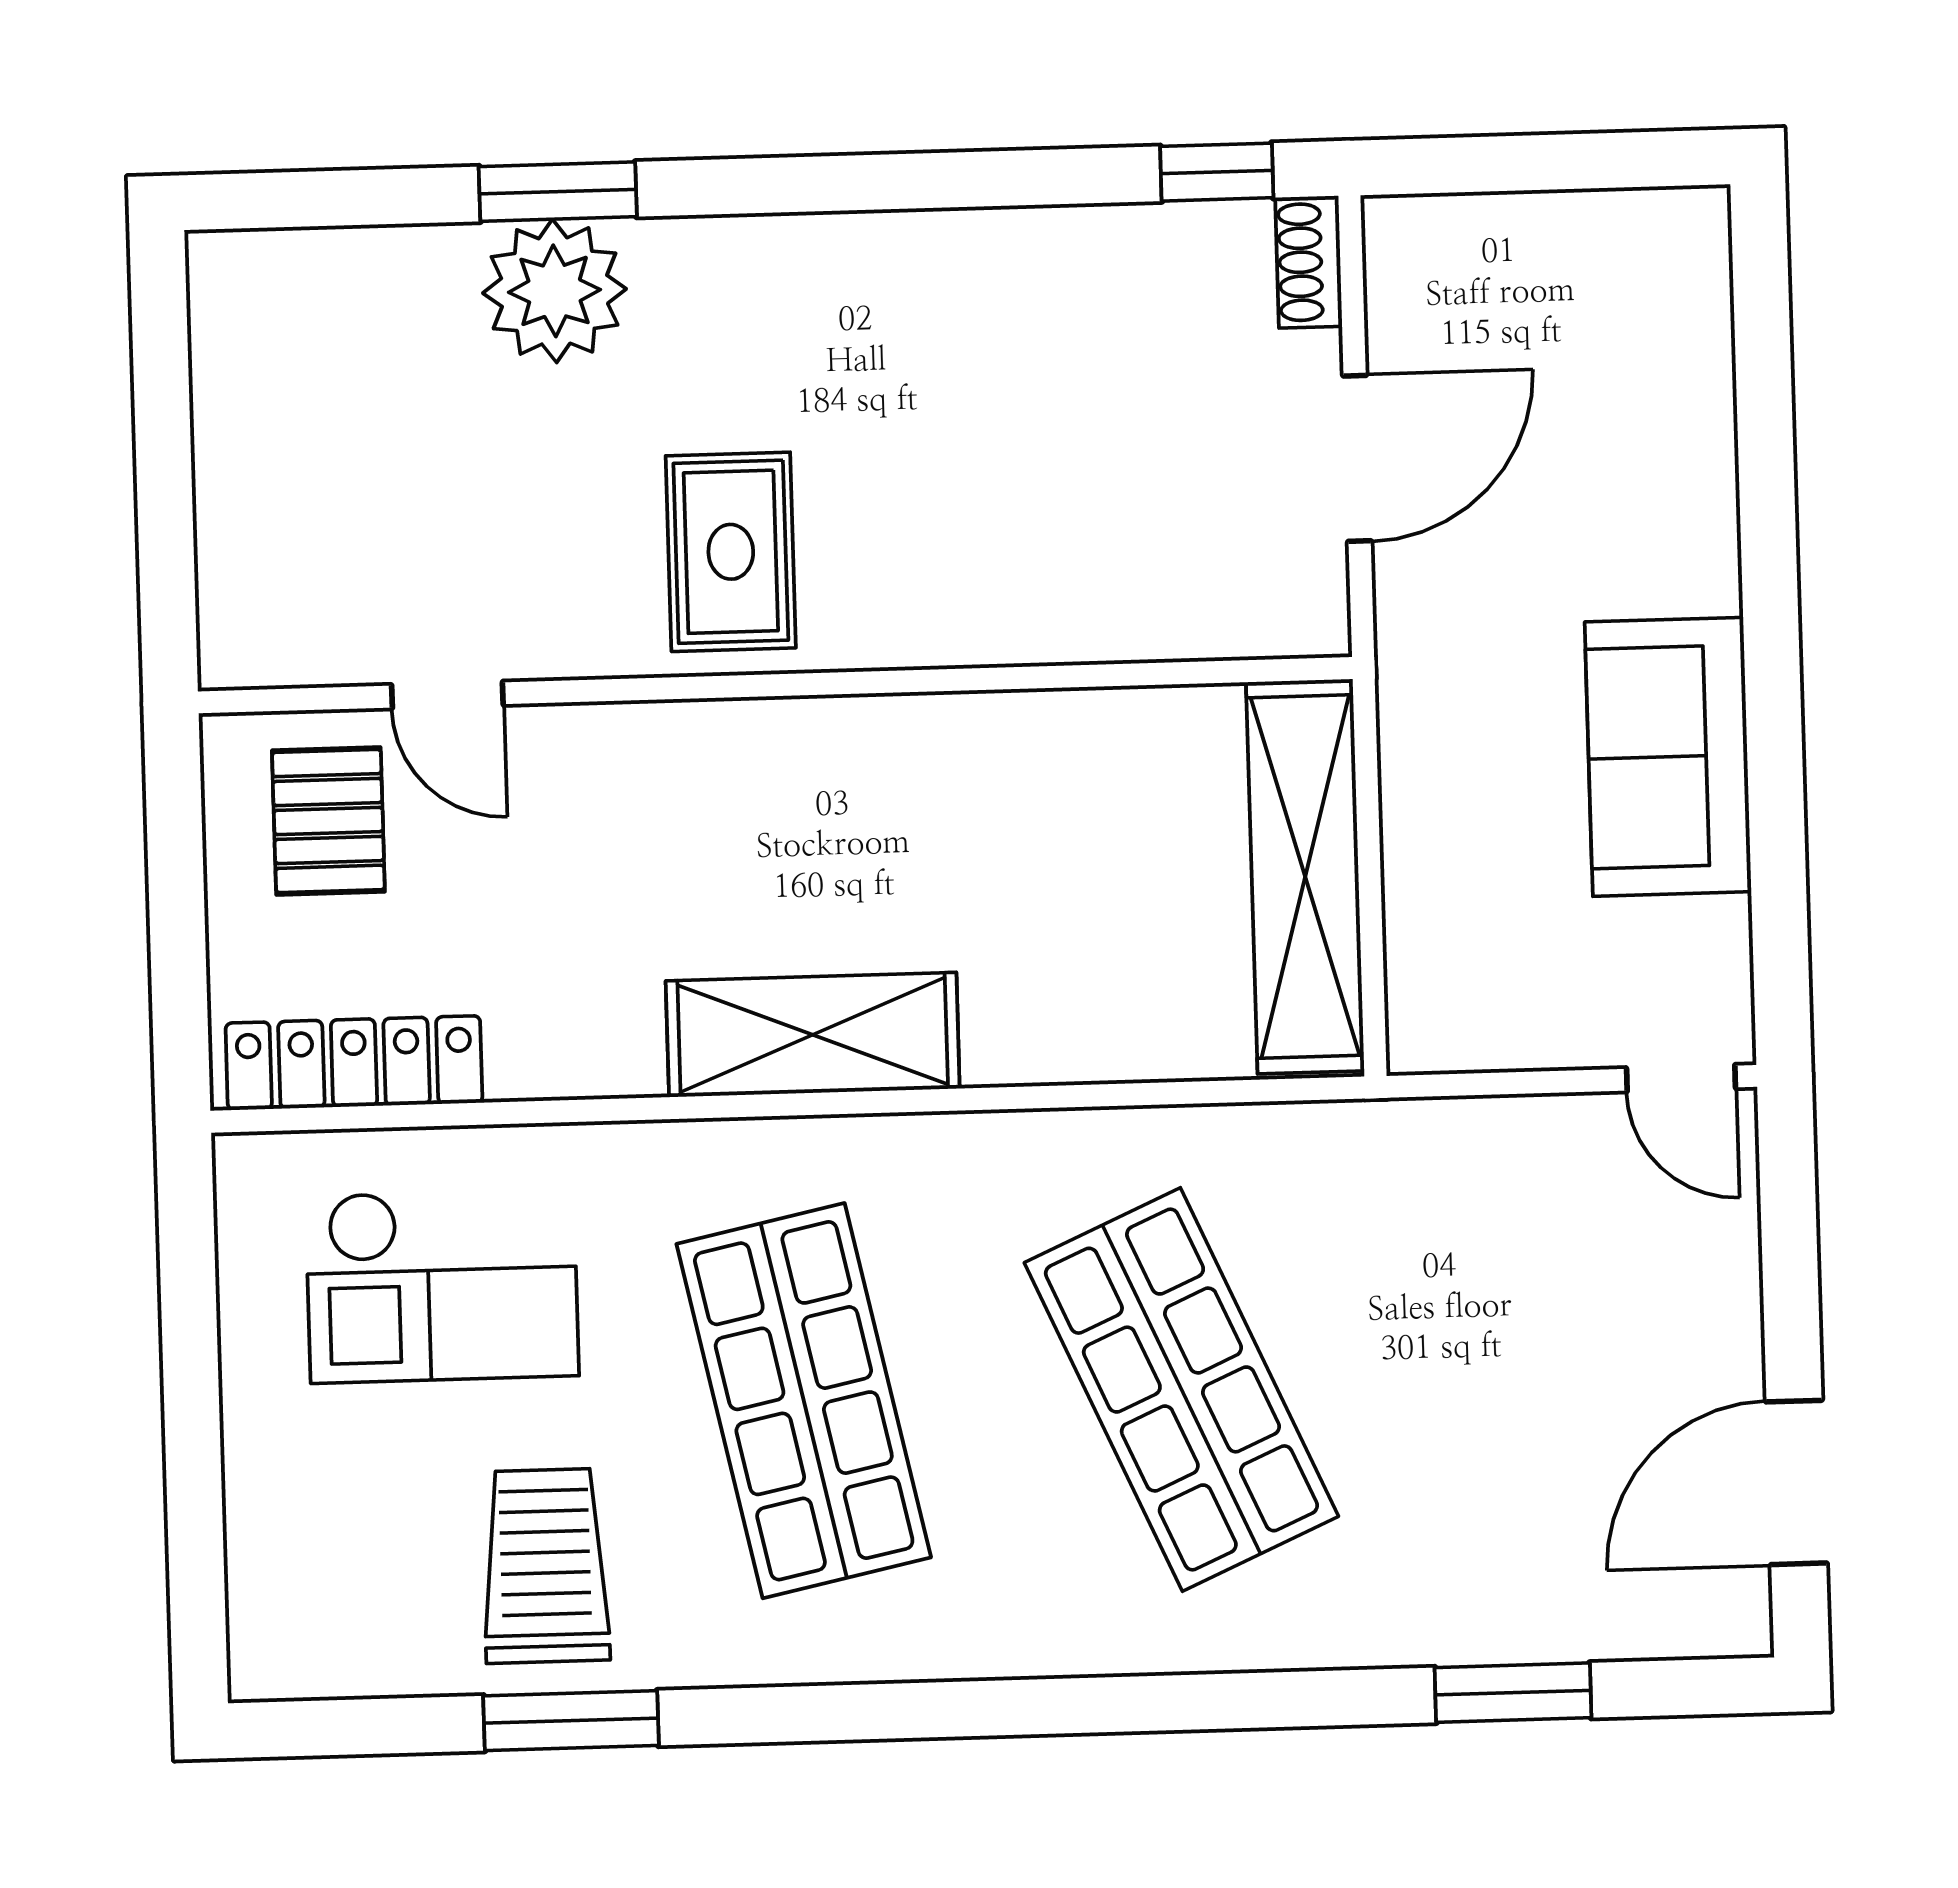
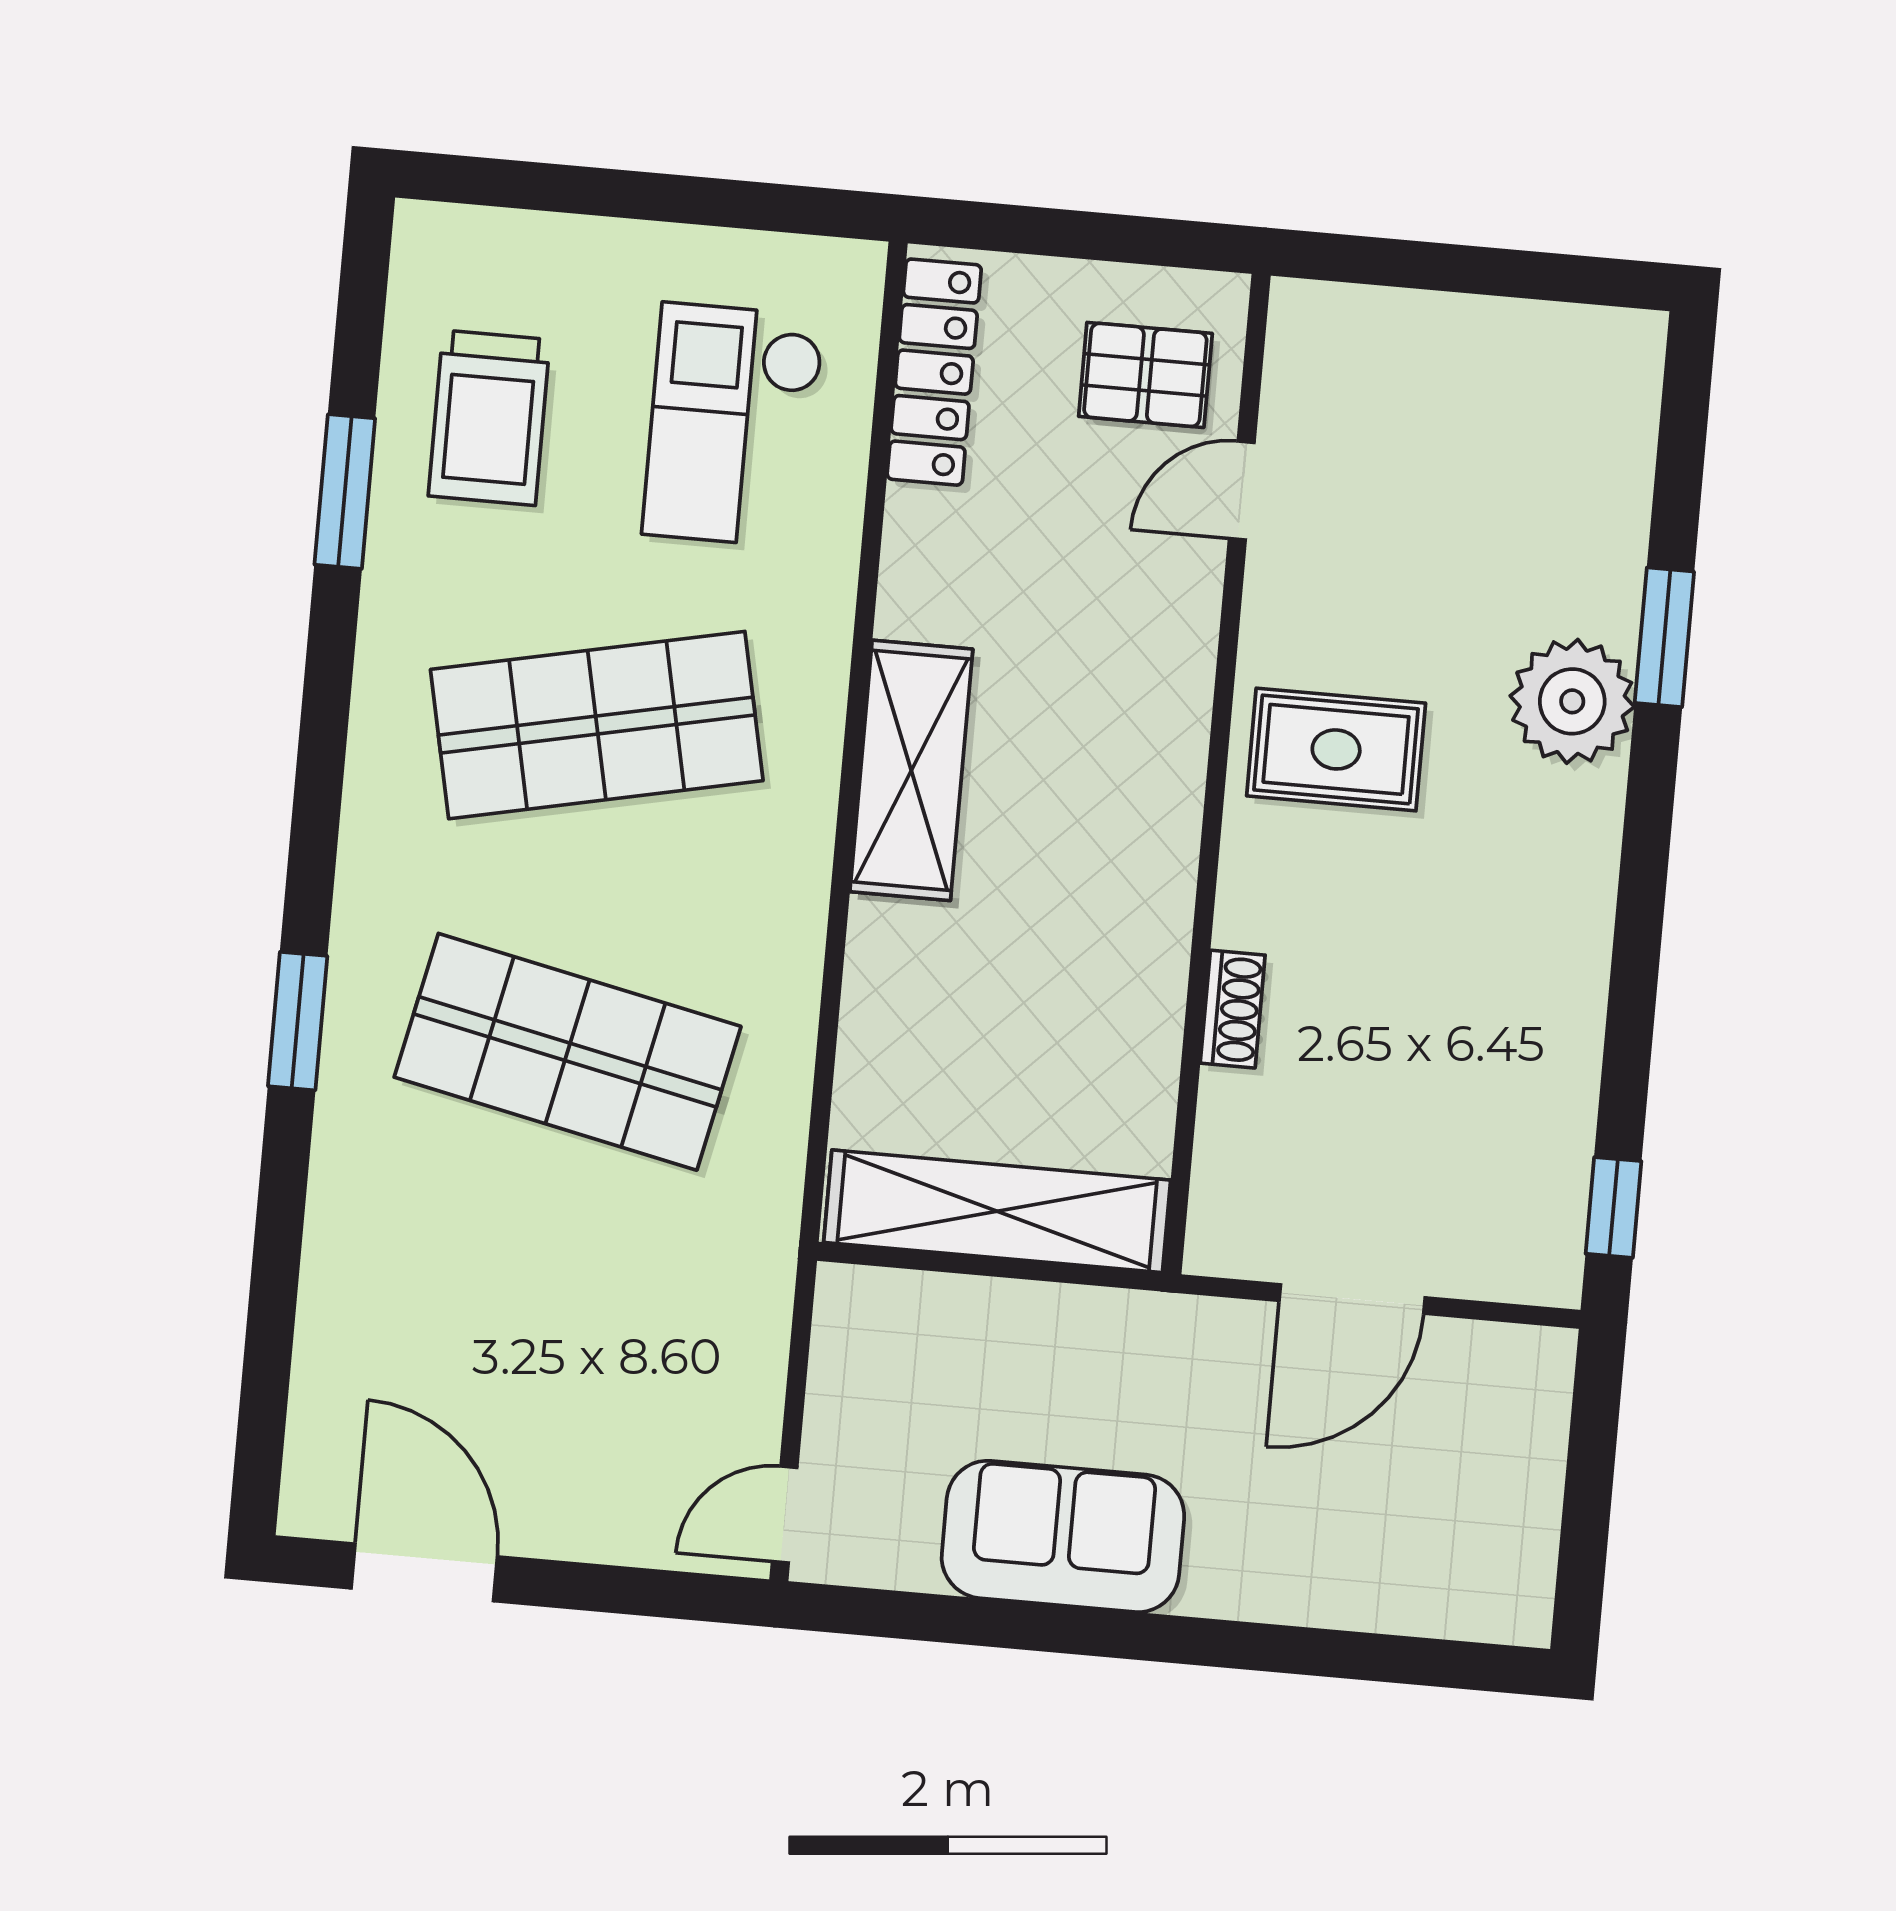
shoe rack: (1309, 262) -> (1233, 1009), moved, turned 90
plant: (555, 291) -> (1572, 701), moved
door: (1357, 458) -> (1352, 1299), hinge flipped
shop shelf: (1181, 1389) -> (568, 1052), turned 36
trolley: (545, 1566) -> (489, 418), moved, turned 90
window: (1513, 1693) -> (298, 1021), moved

